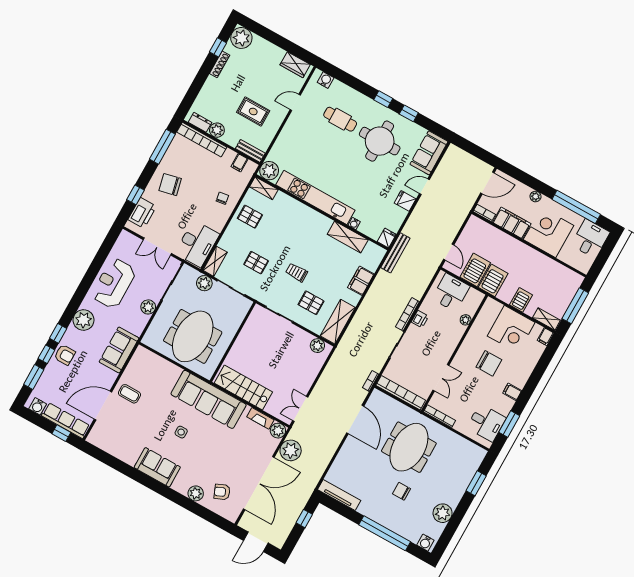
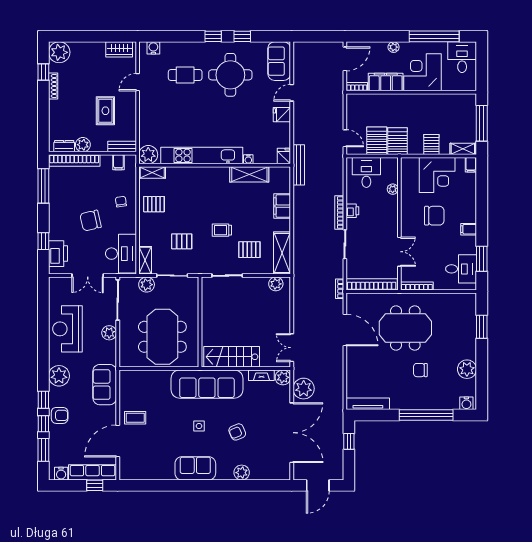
rug: (253, 112) -> (105, 111), turned 90
chair: (170, 185) -> (91, 221), moved
meeting table: (409, 447) -> (405, 328), turned 90
armchair: (222, 492) -> (237, 432), moved

